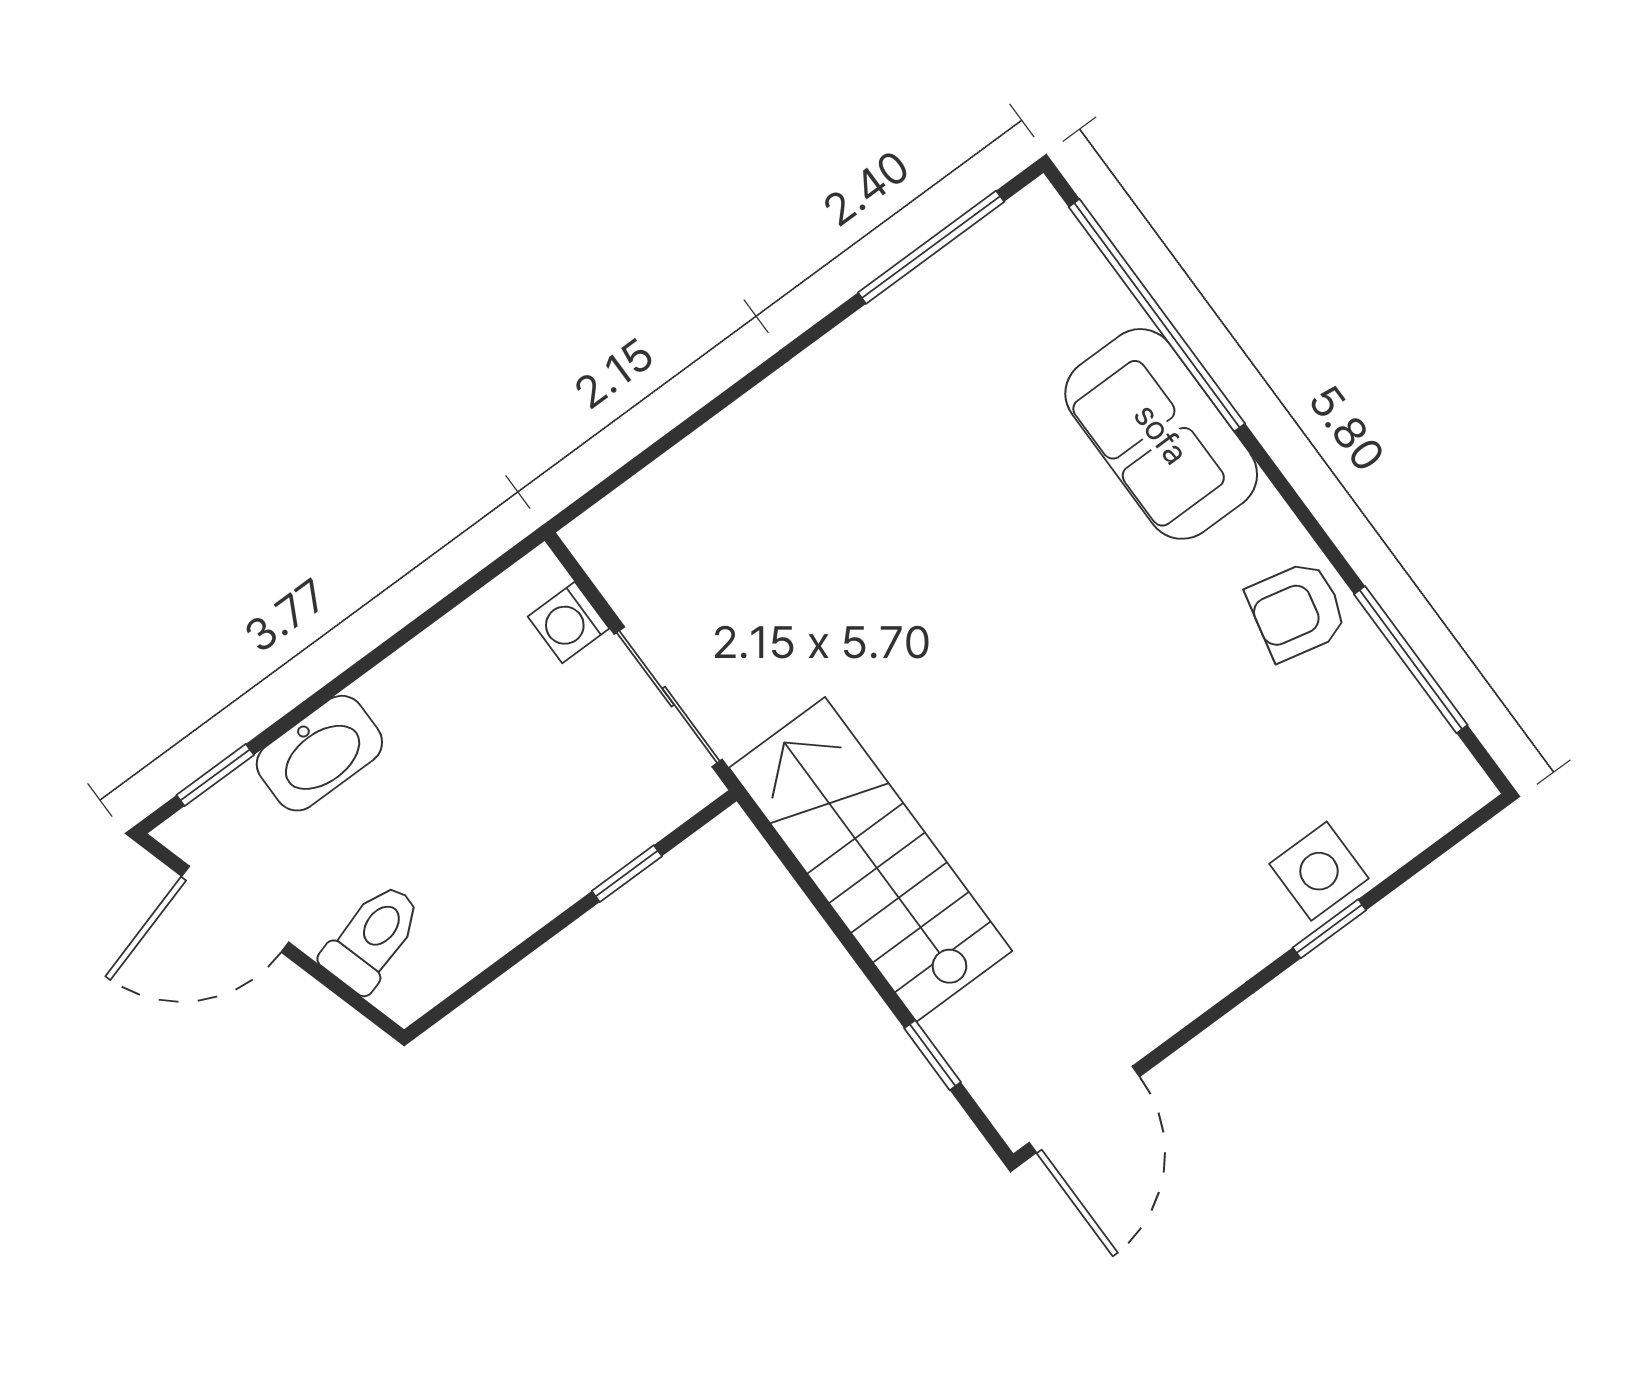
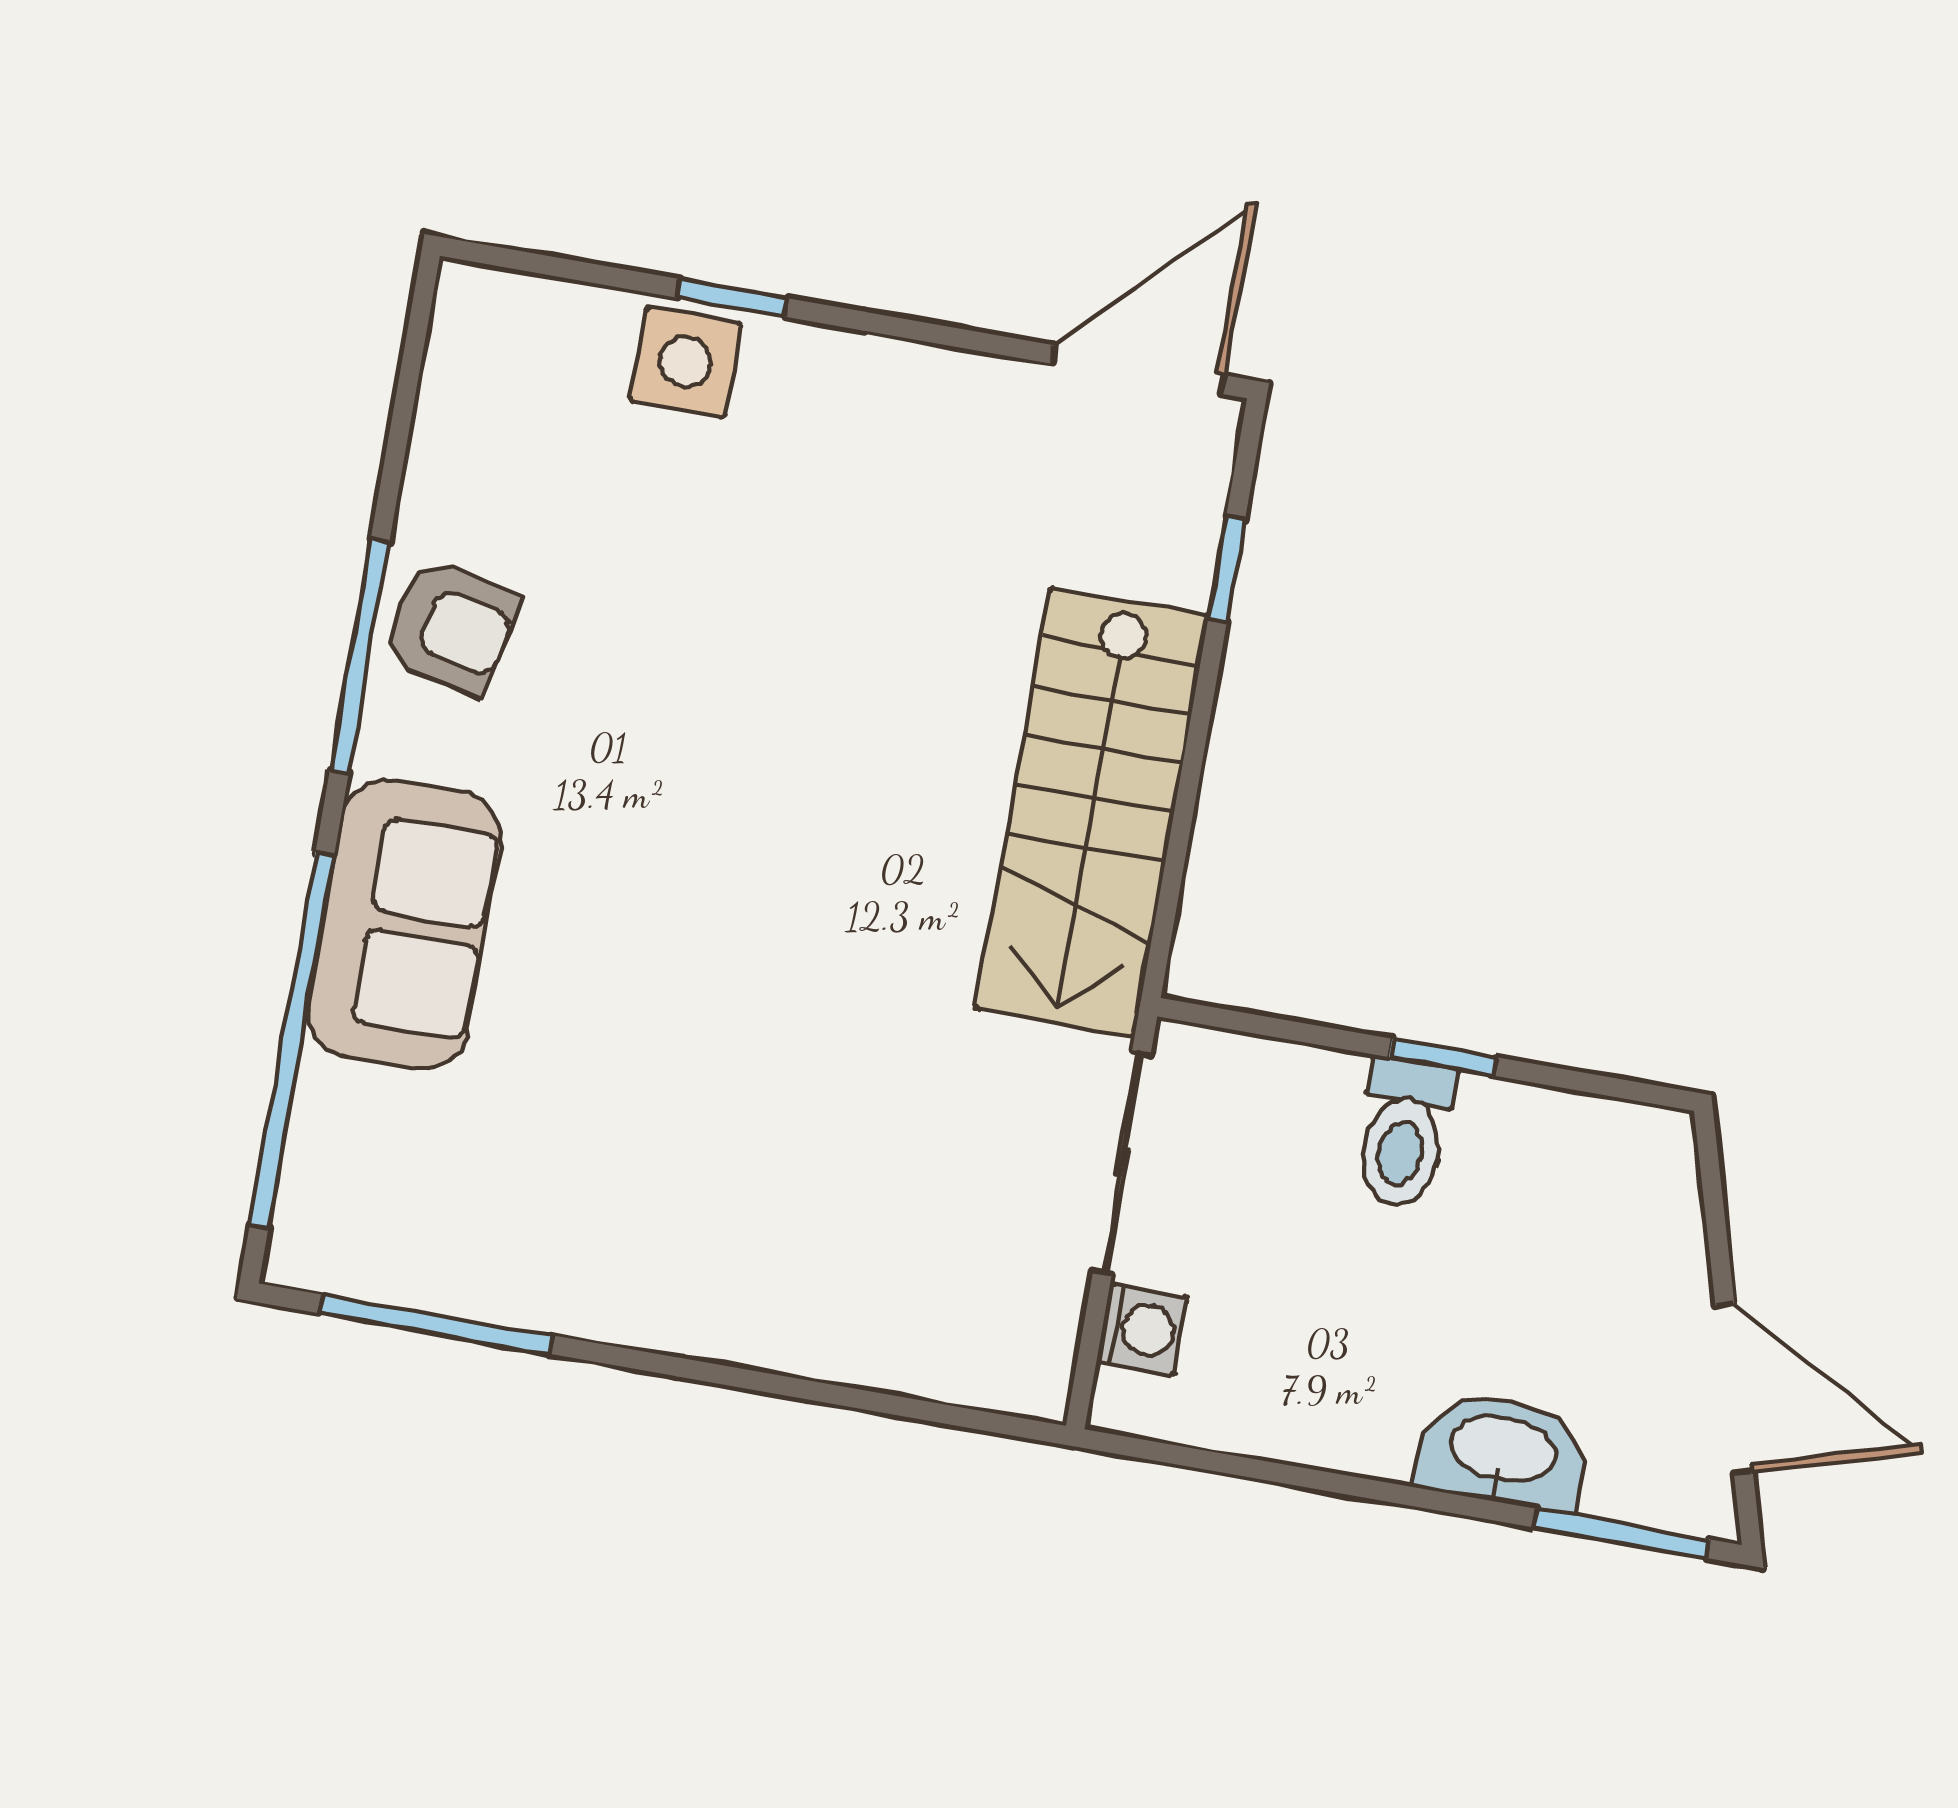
window: (1411, 660) -> (360, 656), moved
window: (215, 775) -> (1621, 1533), width x1.50
window: (627, 874) -> (1442, 1057), moved
toilet: (372, 938) -> (1404, 1133), moved, turned -74

